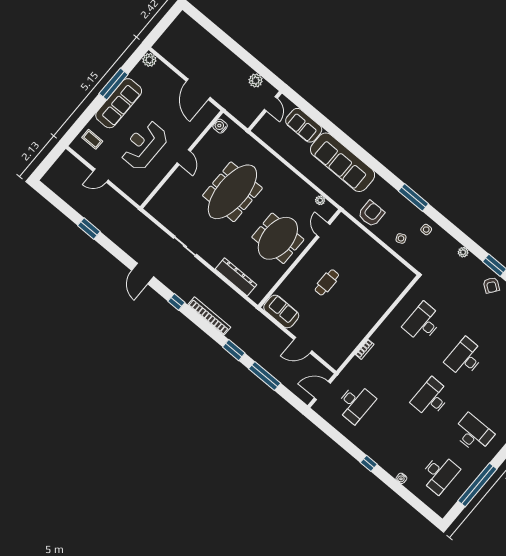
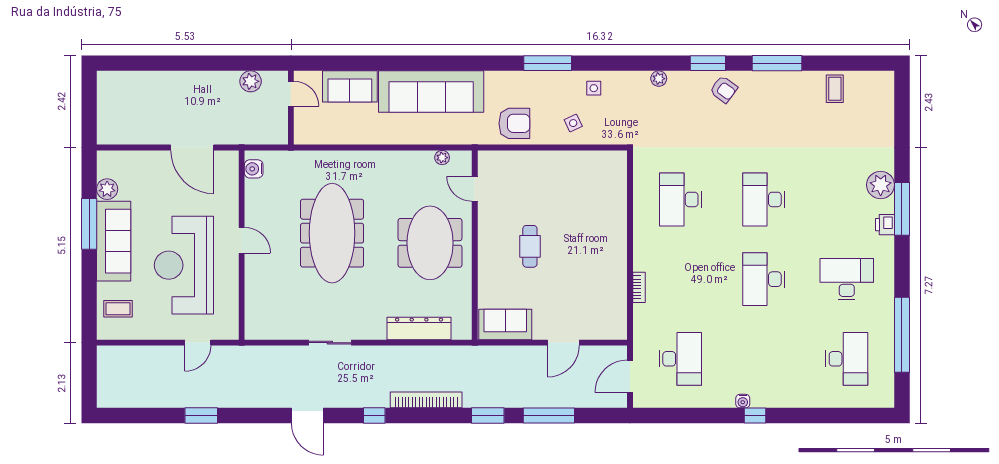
plant: (149, 60) -> (107, 189), moved
reception desk: (144, 145) -> (184, 265), width x1.36, depth x1.30
door: (101, 176) -> (198, 343), moved
armchair: (371, 214) -> (514, 123), turned 90
water cooler: (401, 478) -> (743, 401), moved

